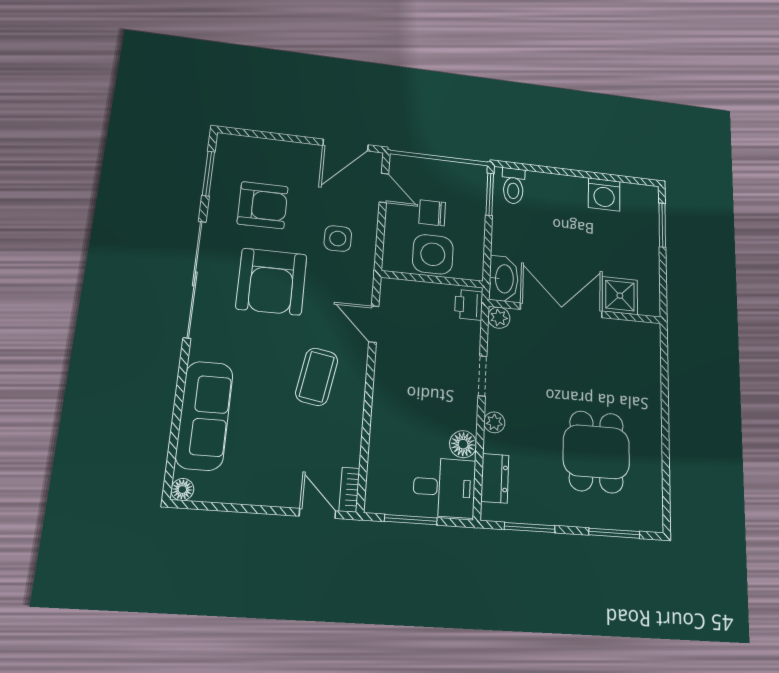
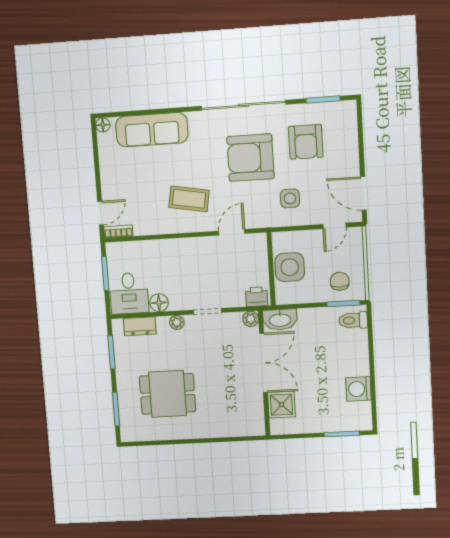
chair: (432, 213) -> (340, 281), moved

